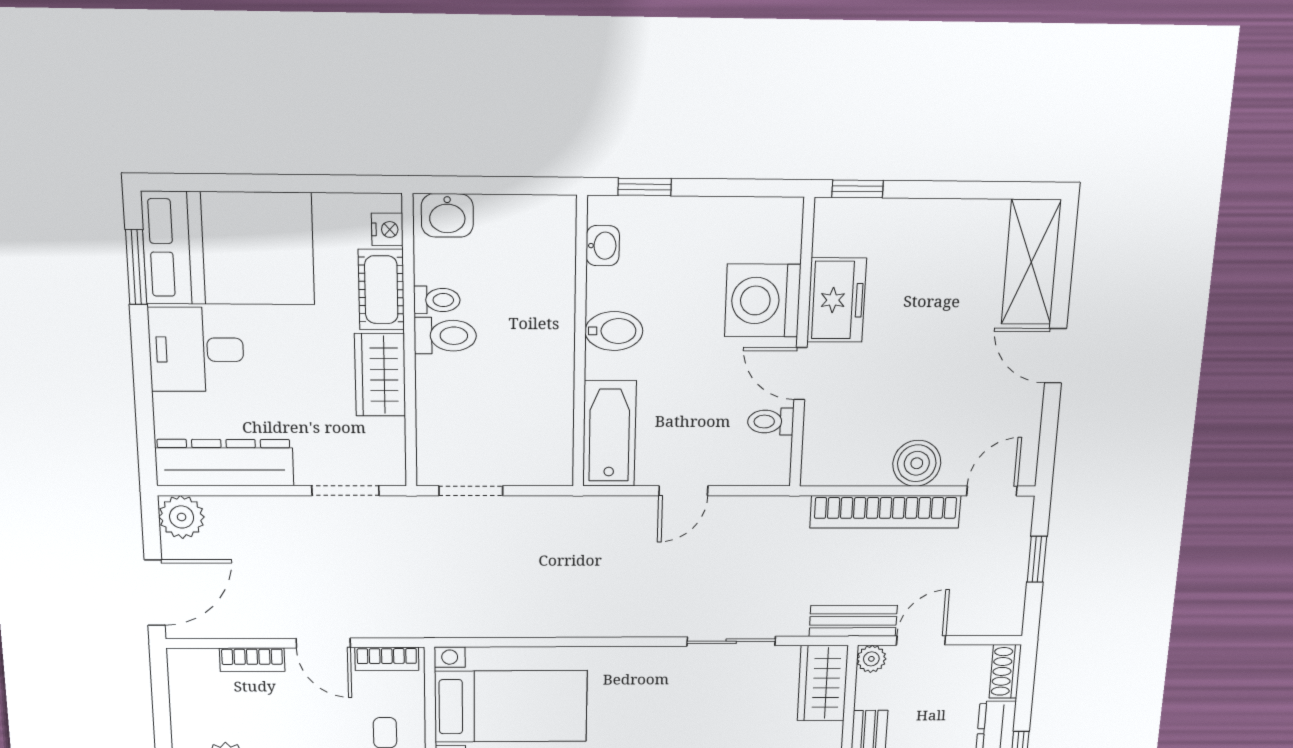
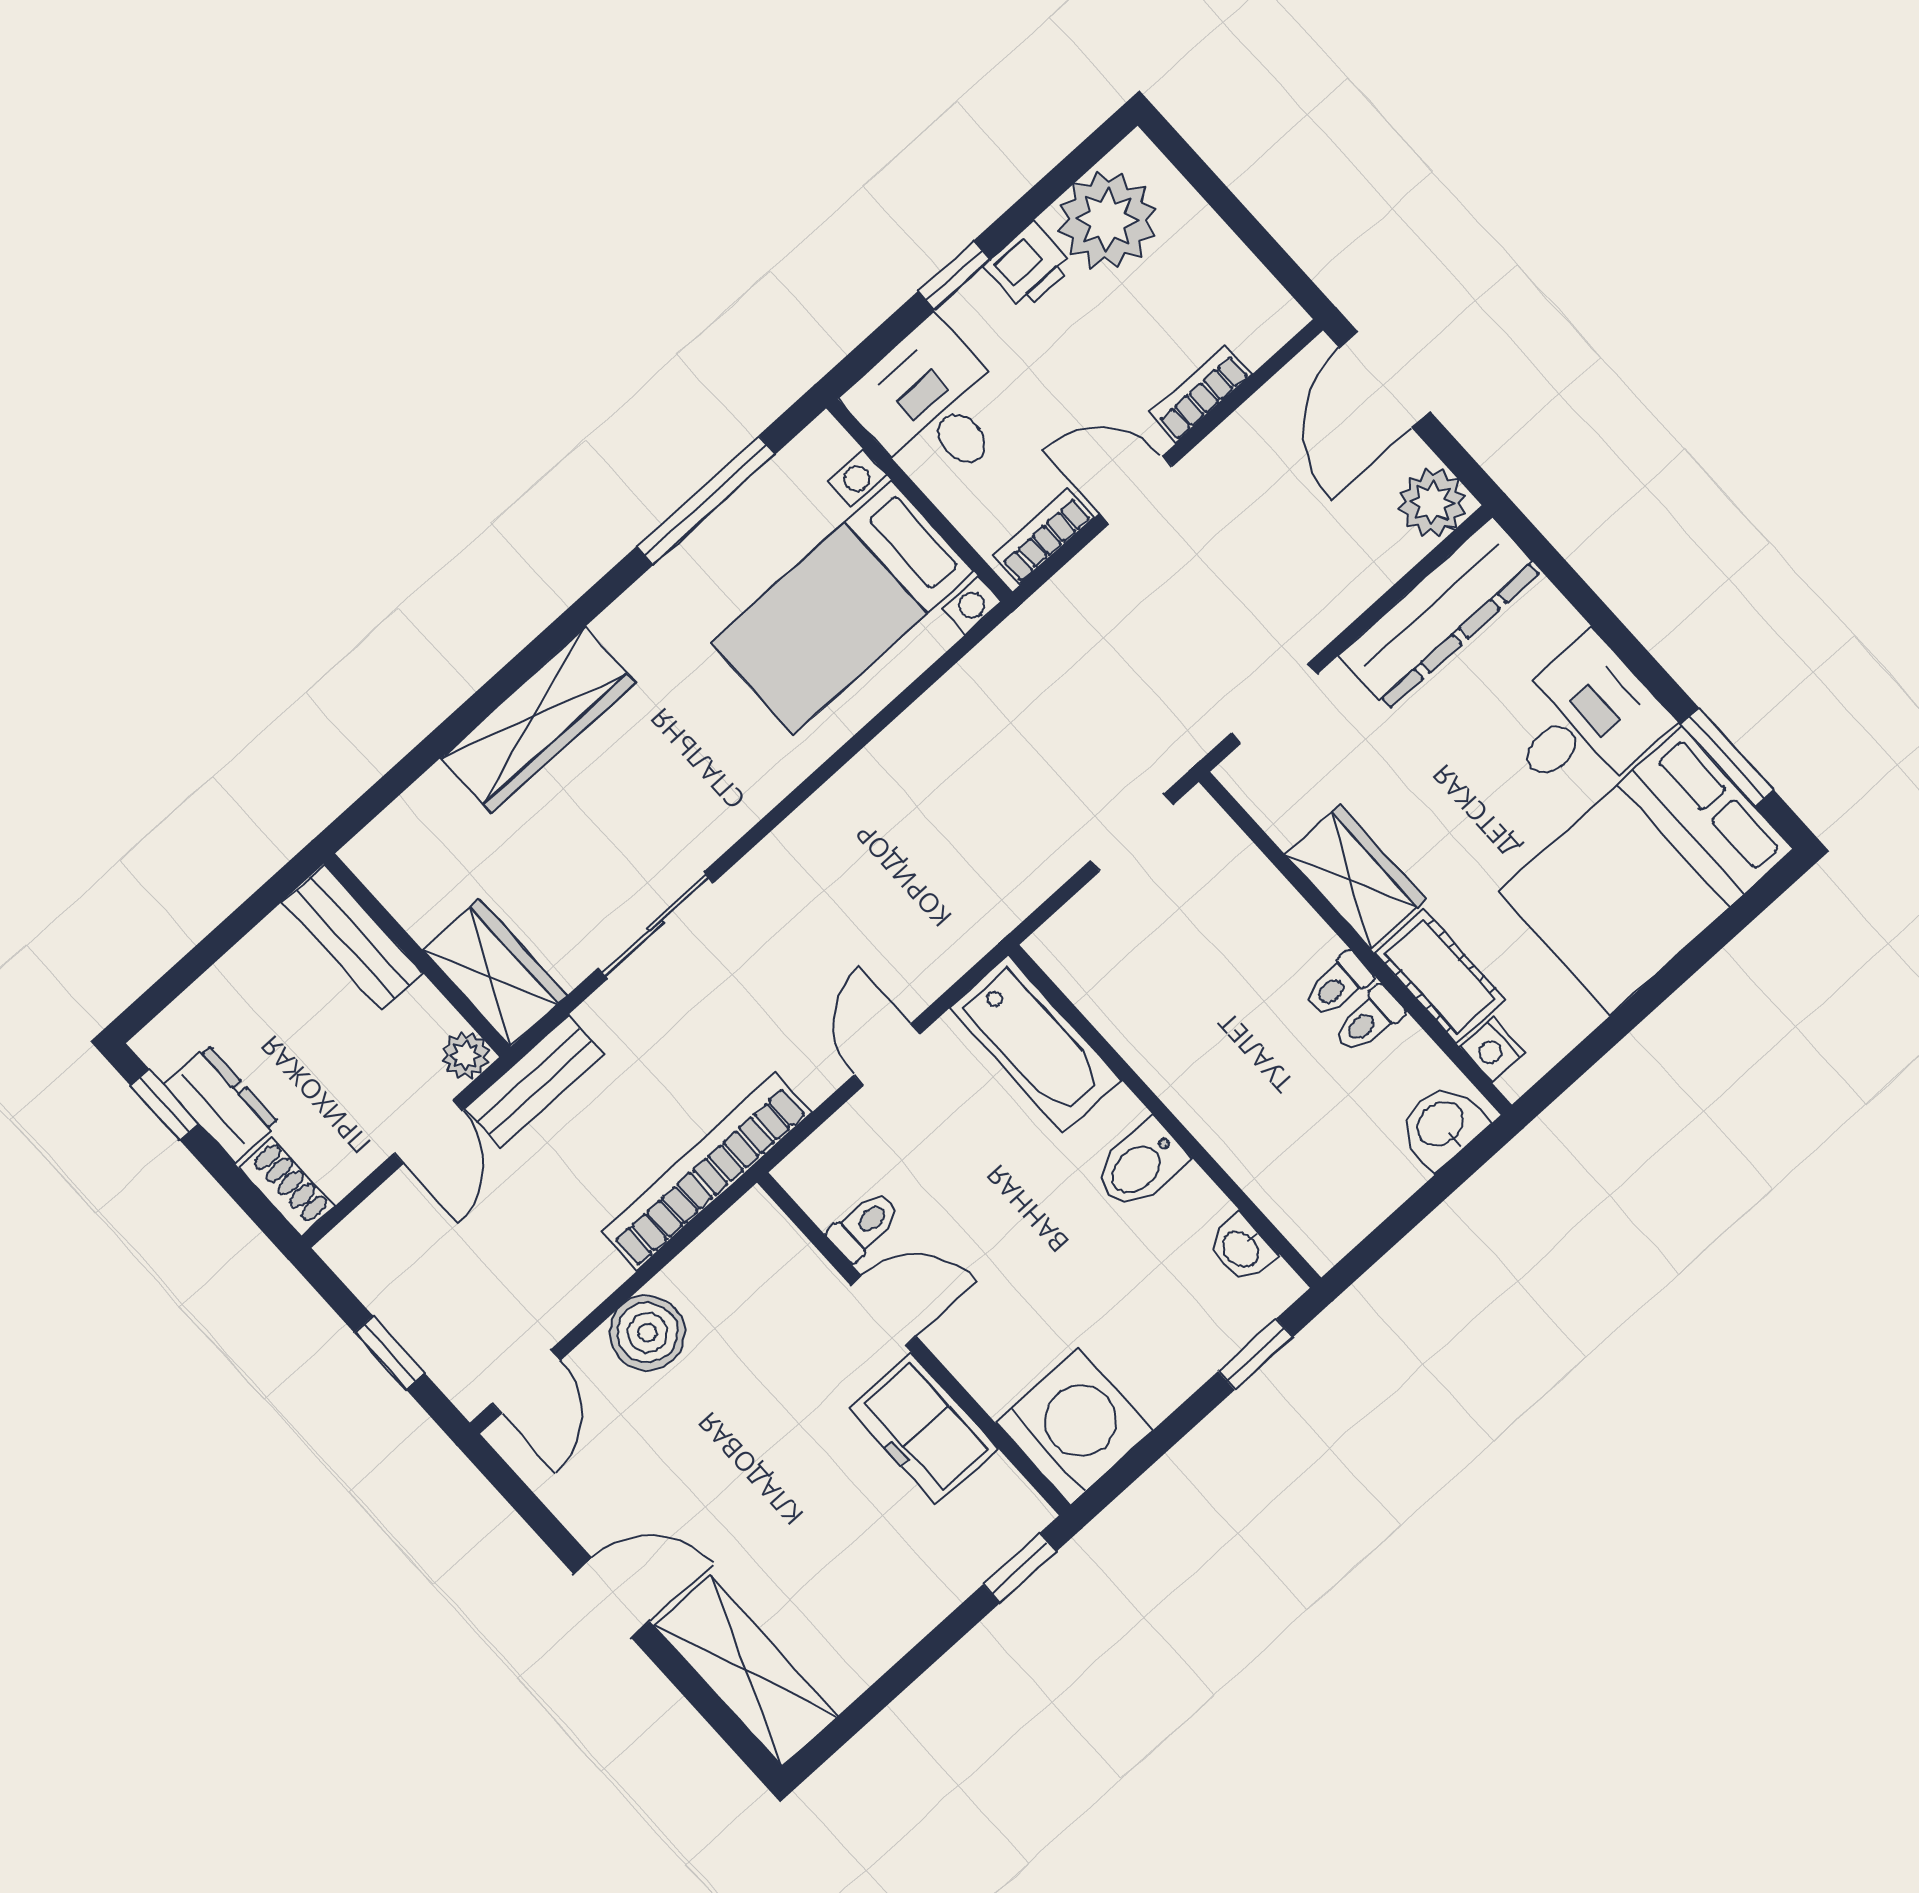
washing machine: (763, 301) -> (1074, 1427), moved
toilet: (445, 336) -> (1338, 985), width x0.73, depth x0.72
bookcase: (885, 512) -> (706, 1172), moved

